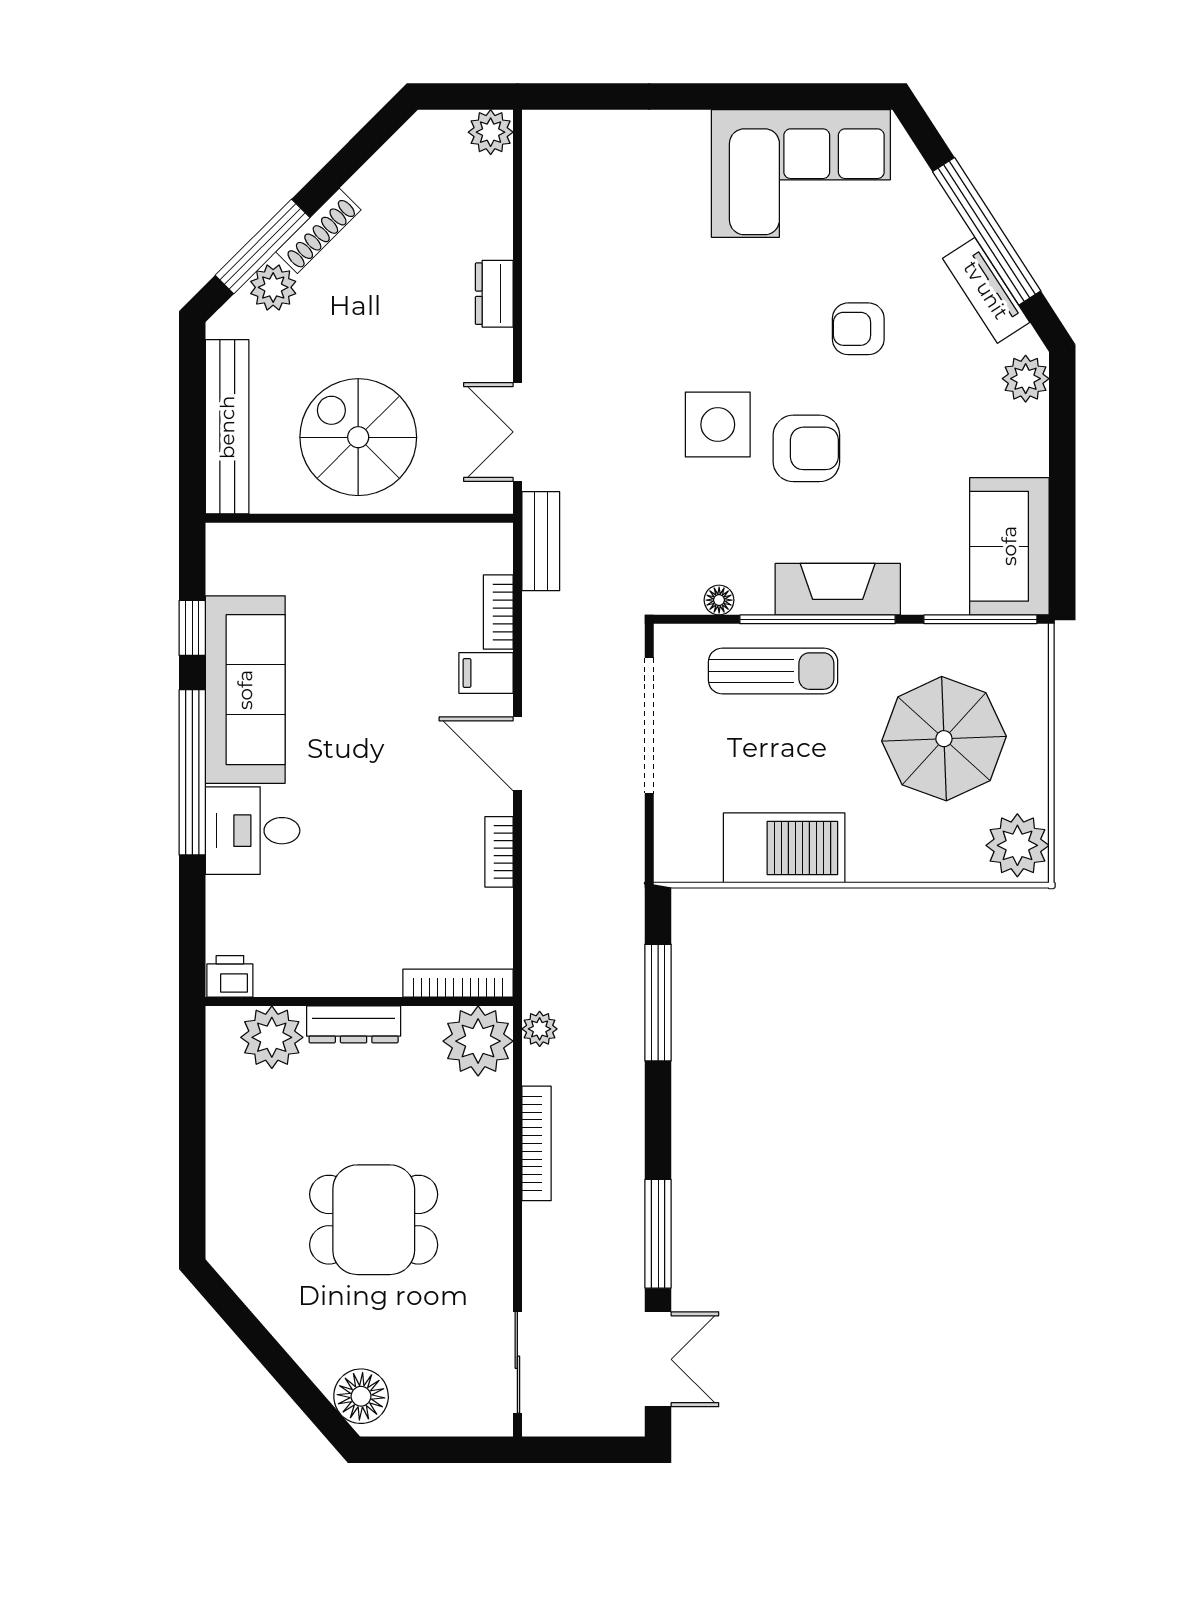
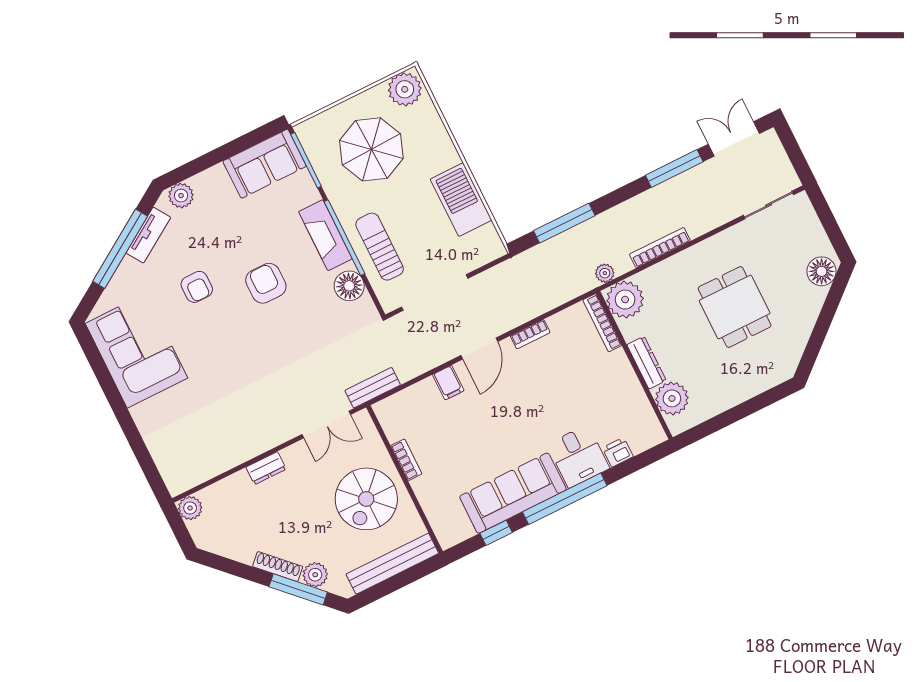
side table: (718, 425) -> (275, 331), removed
floor lamp: (719, 600) -> (349, 286), width x1.89, depth x1.89
bookcase: (498, 612) -> (406, 460), moved, turned -90
printer: (230, 976) -> (618, 452), moved, turned 90

